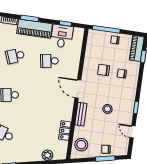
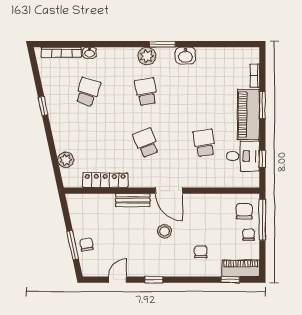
school desk: (15, 56) -> (146, 143), moved
chair: (104, 70) -> (244, 211), moved
door: (78, 89) -> (169, 191), swing flipped
stool: (107, 109) -> (165, 231), moved
locker: (65, 131) -> (105, 180), width x1.53
stool: (81, 145) -> (88, 207), removed

